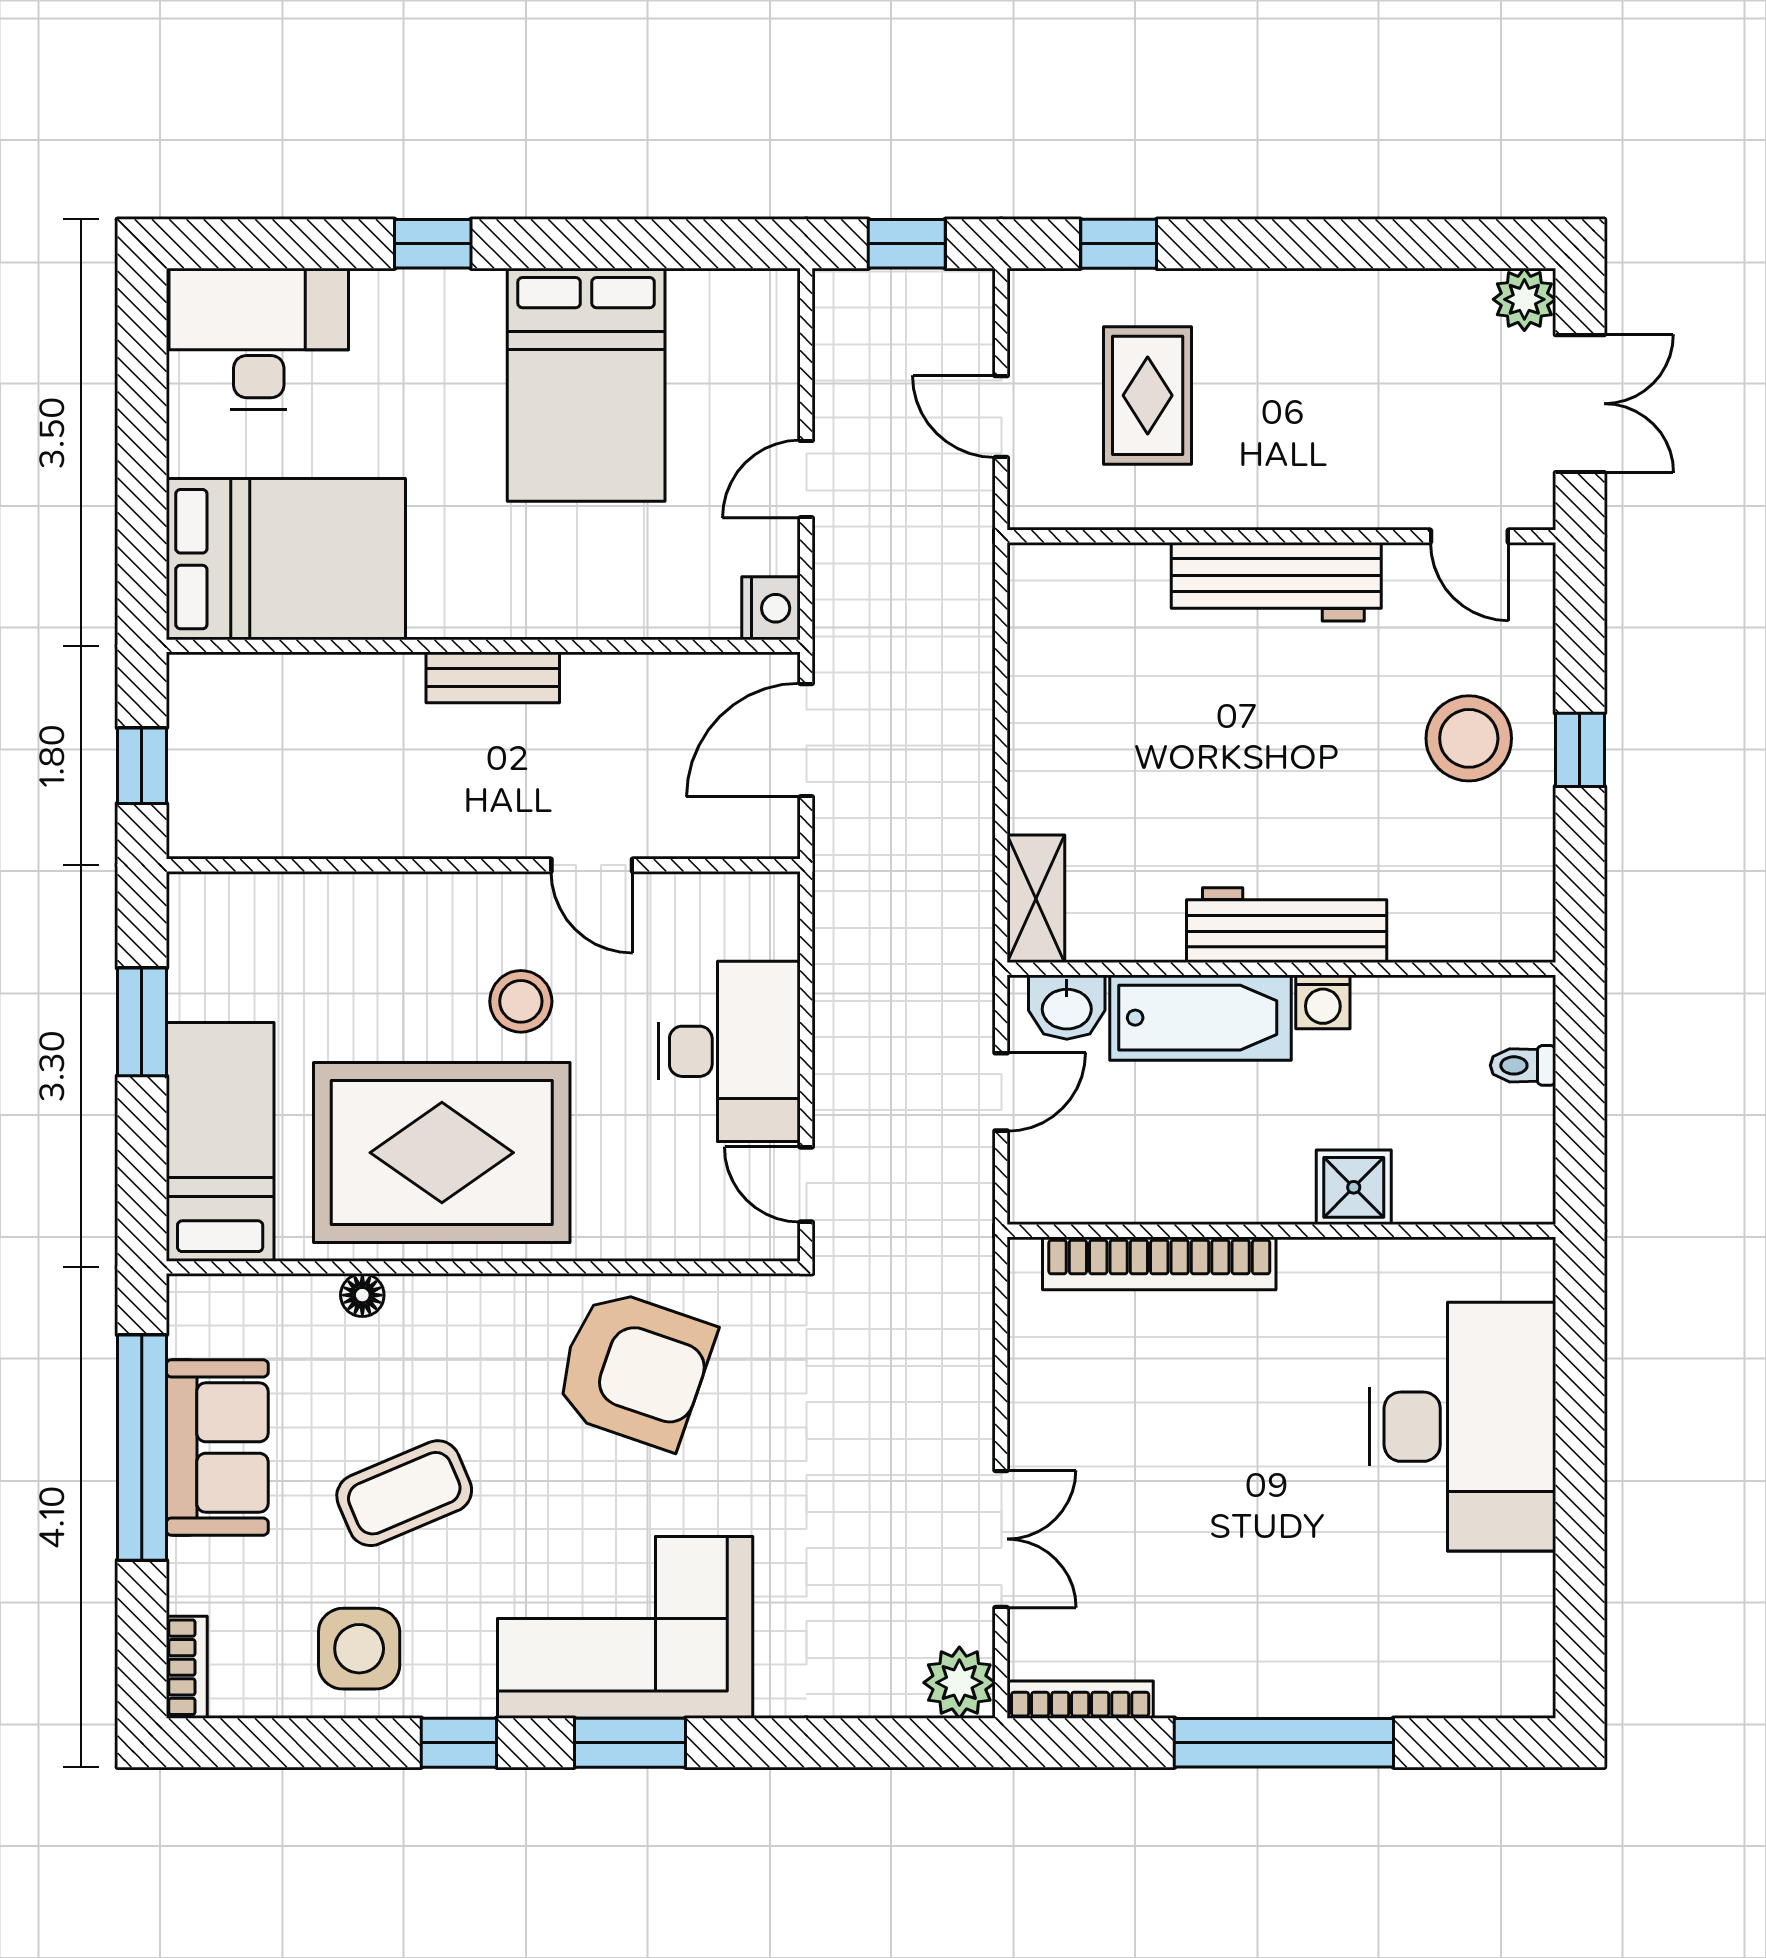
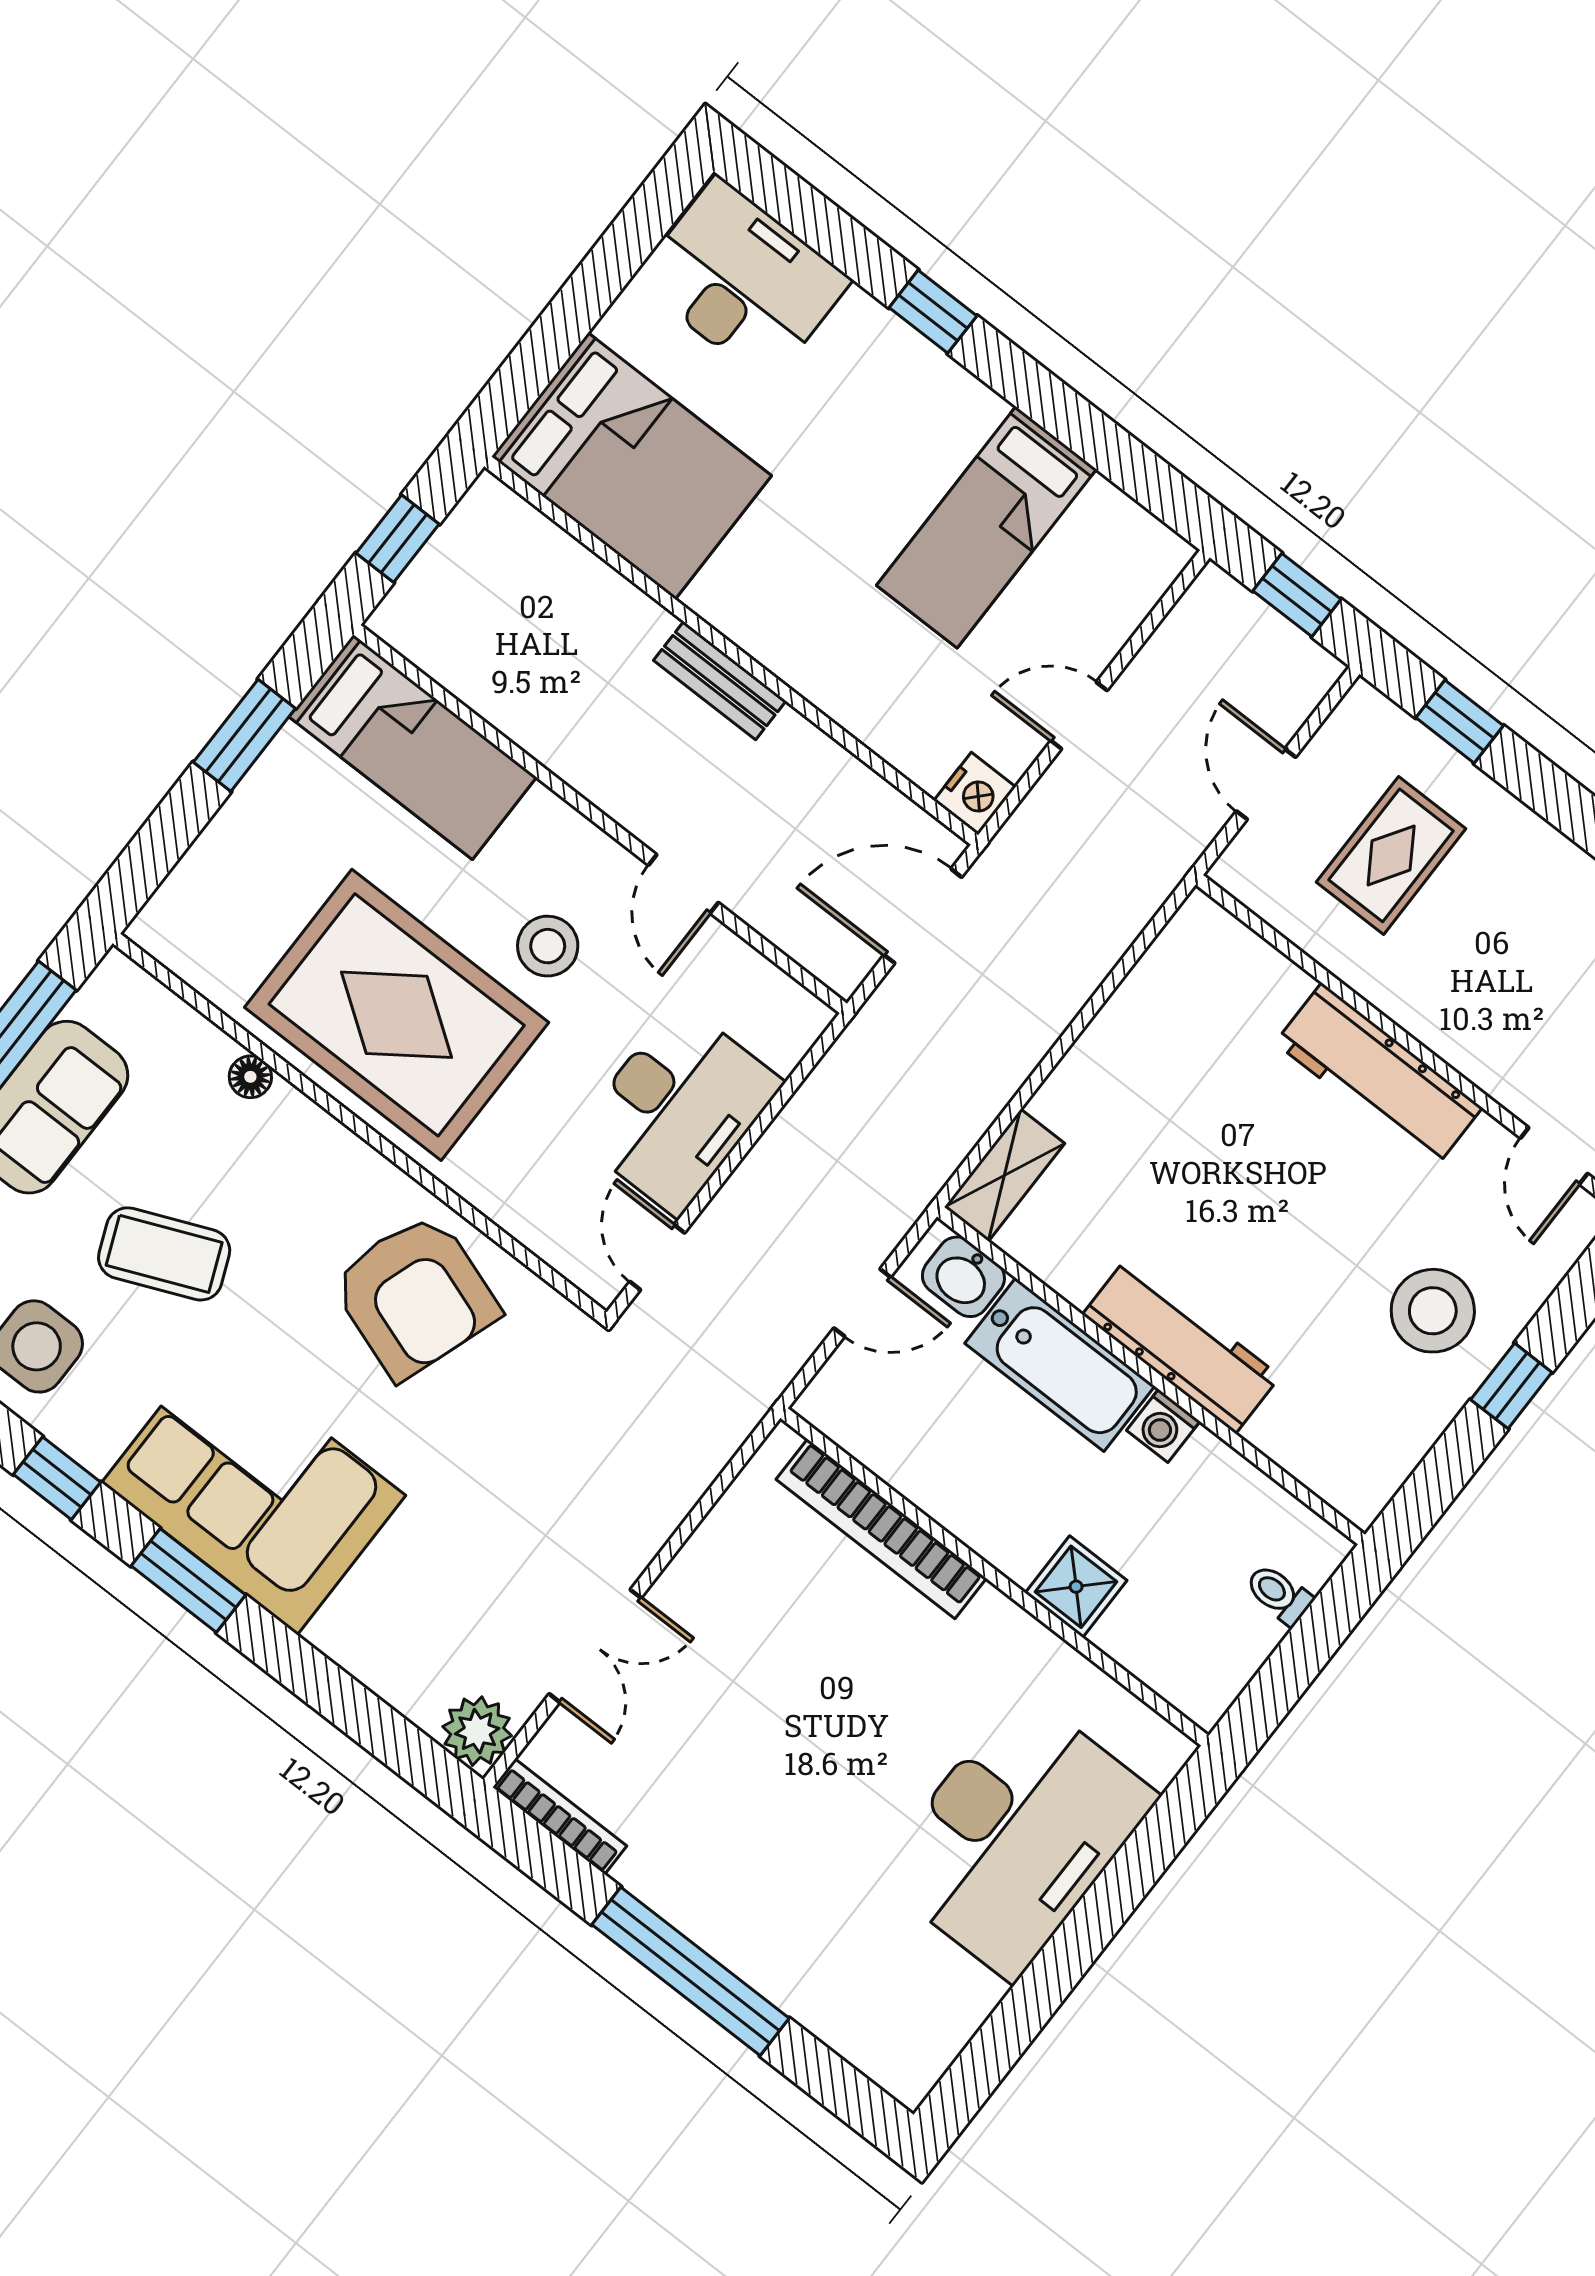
bed: (586, 385) -> (986, 527), width x0.67
bed: (220, 1142) -> (413, 747), moved, turned 90

